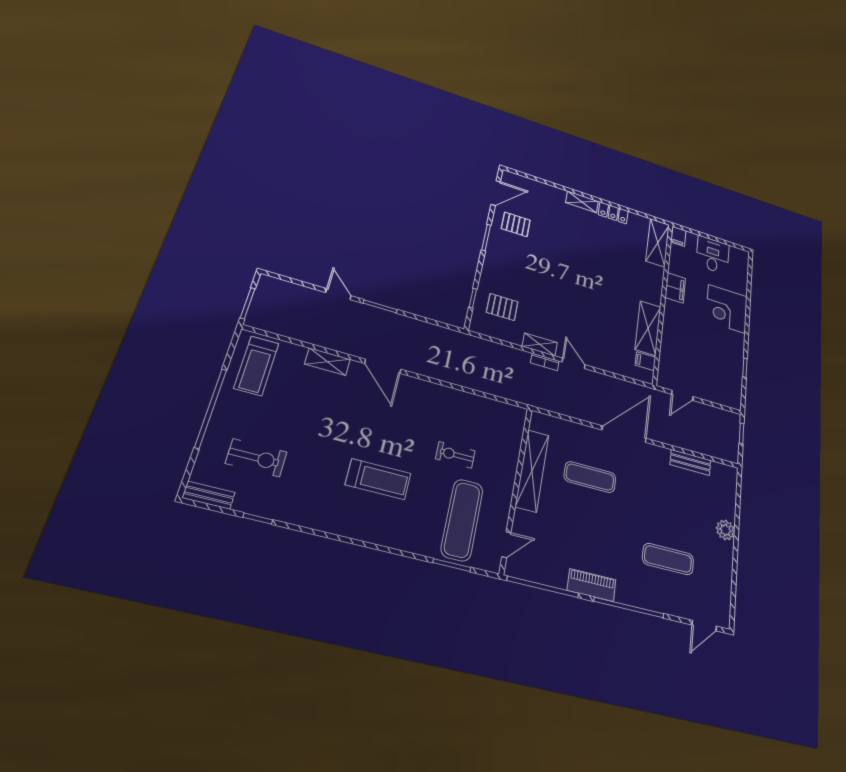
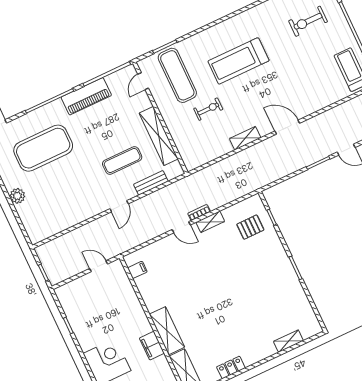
door: (496, 193) -> (314, 308), removed
shelving: (582, 202) -> (288, 341), moved
pallet: (516, 224) -> (285, 296), removed
shelving: (648, 328) -> (167, 331), moved
shelving: (328, 362) -> (245, 138), moved
door: (682, 395) -> (99, 266), hinge flipped
door: (624, 434) -> (119, 206), width x0.53
bench: (690, 462) -> (151, 183), moved
treadmill: (378, 479) -> (238, 61), width x1.37, depth x1.38
exercise mat: (668, 559) -> (43, 148), width x2.00, depth x1.45
piano: (592, 585) -> (86, 96), width x1.37, depth x1.33

